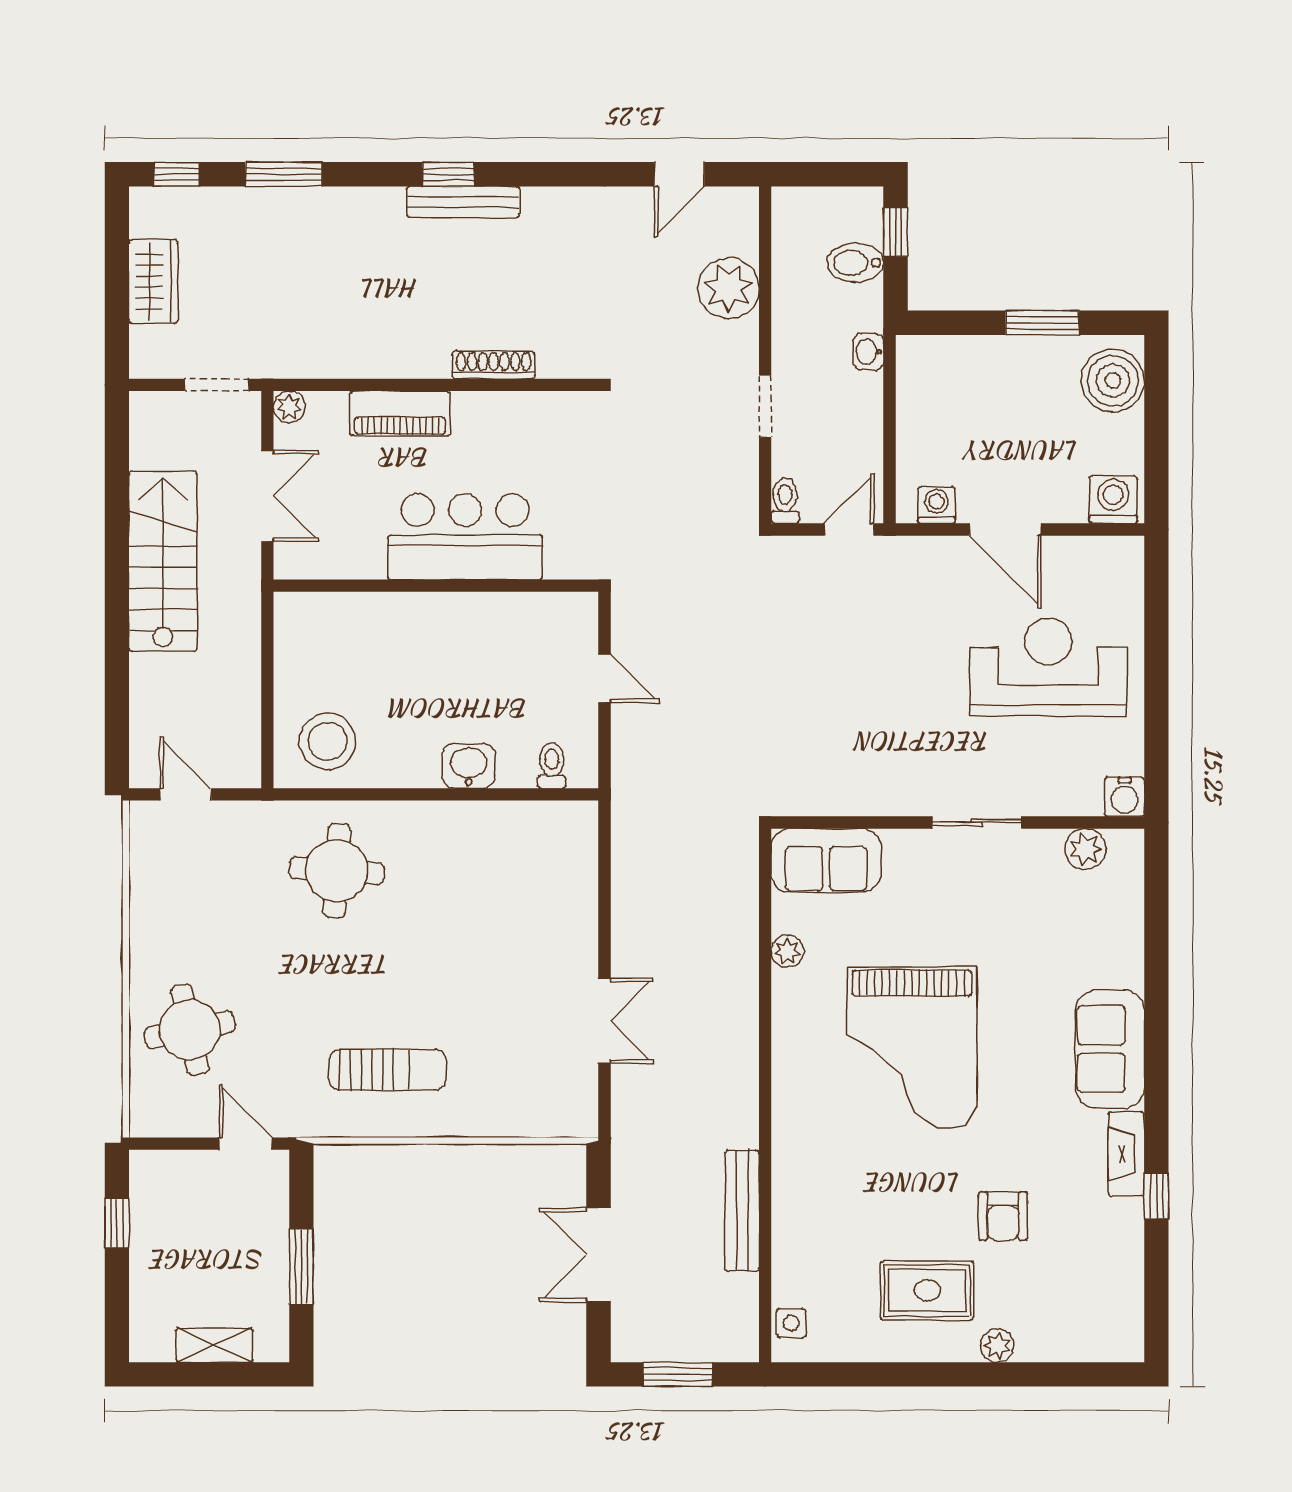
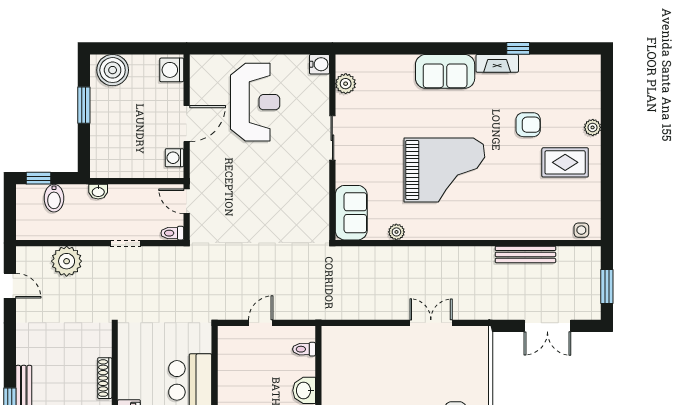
reception desk: (1048, 667) -> (255, 102), turned 180
rug: (927, 1290) -> (565, 162), turned 90

